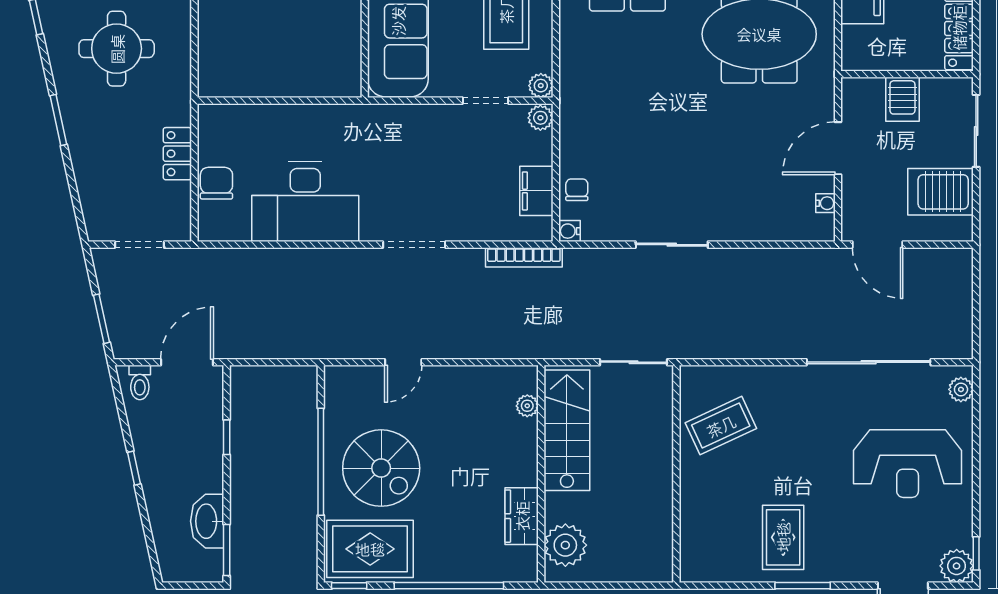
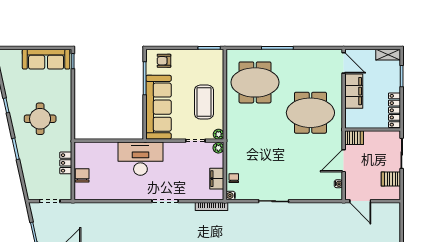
server rack: (902, 99) -> (354, 138), moved, turned -90
server rack: (941, 192) -> (391, 179), width x0.73, depth x0.70
desk: (305, 202) -> (140, 159), moved, turned 180

